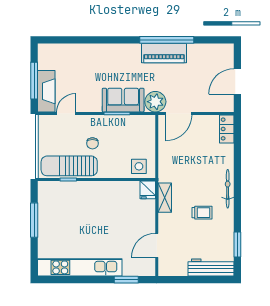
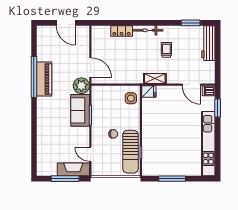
locker: (227, 129) -> (122, 31), moved
dishwasher: (148, 268) -> (209, 91), added

